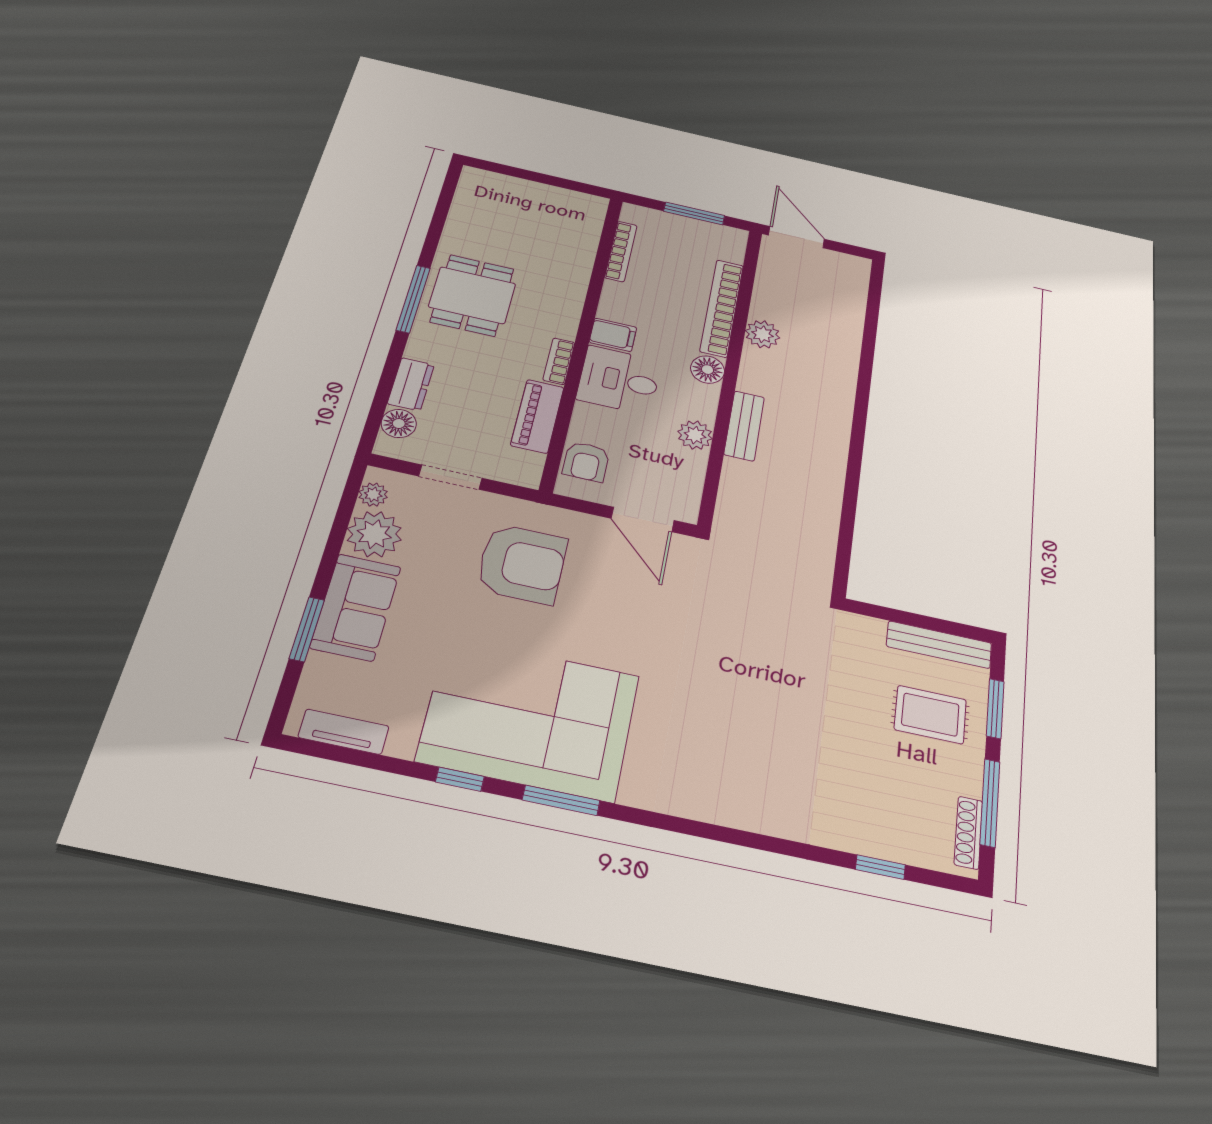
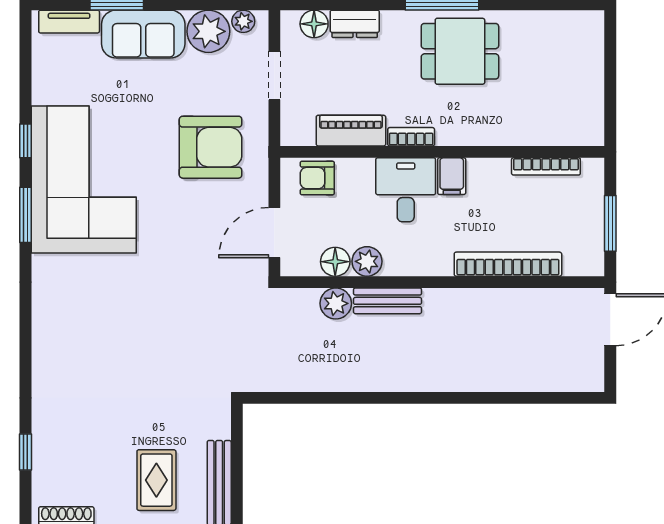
plant: (762, 334) -> (336, 303), moved
floor lamp: (708, 370) -> (335, 262), moved
armchair: (522, 564) -> (211, 147), turned -90
tv unit: (344, 732) -> (69, 22), moved, turned 90

